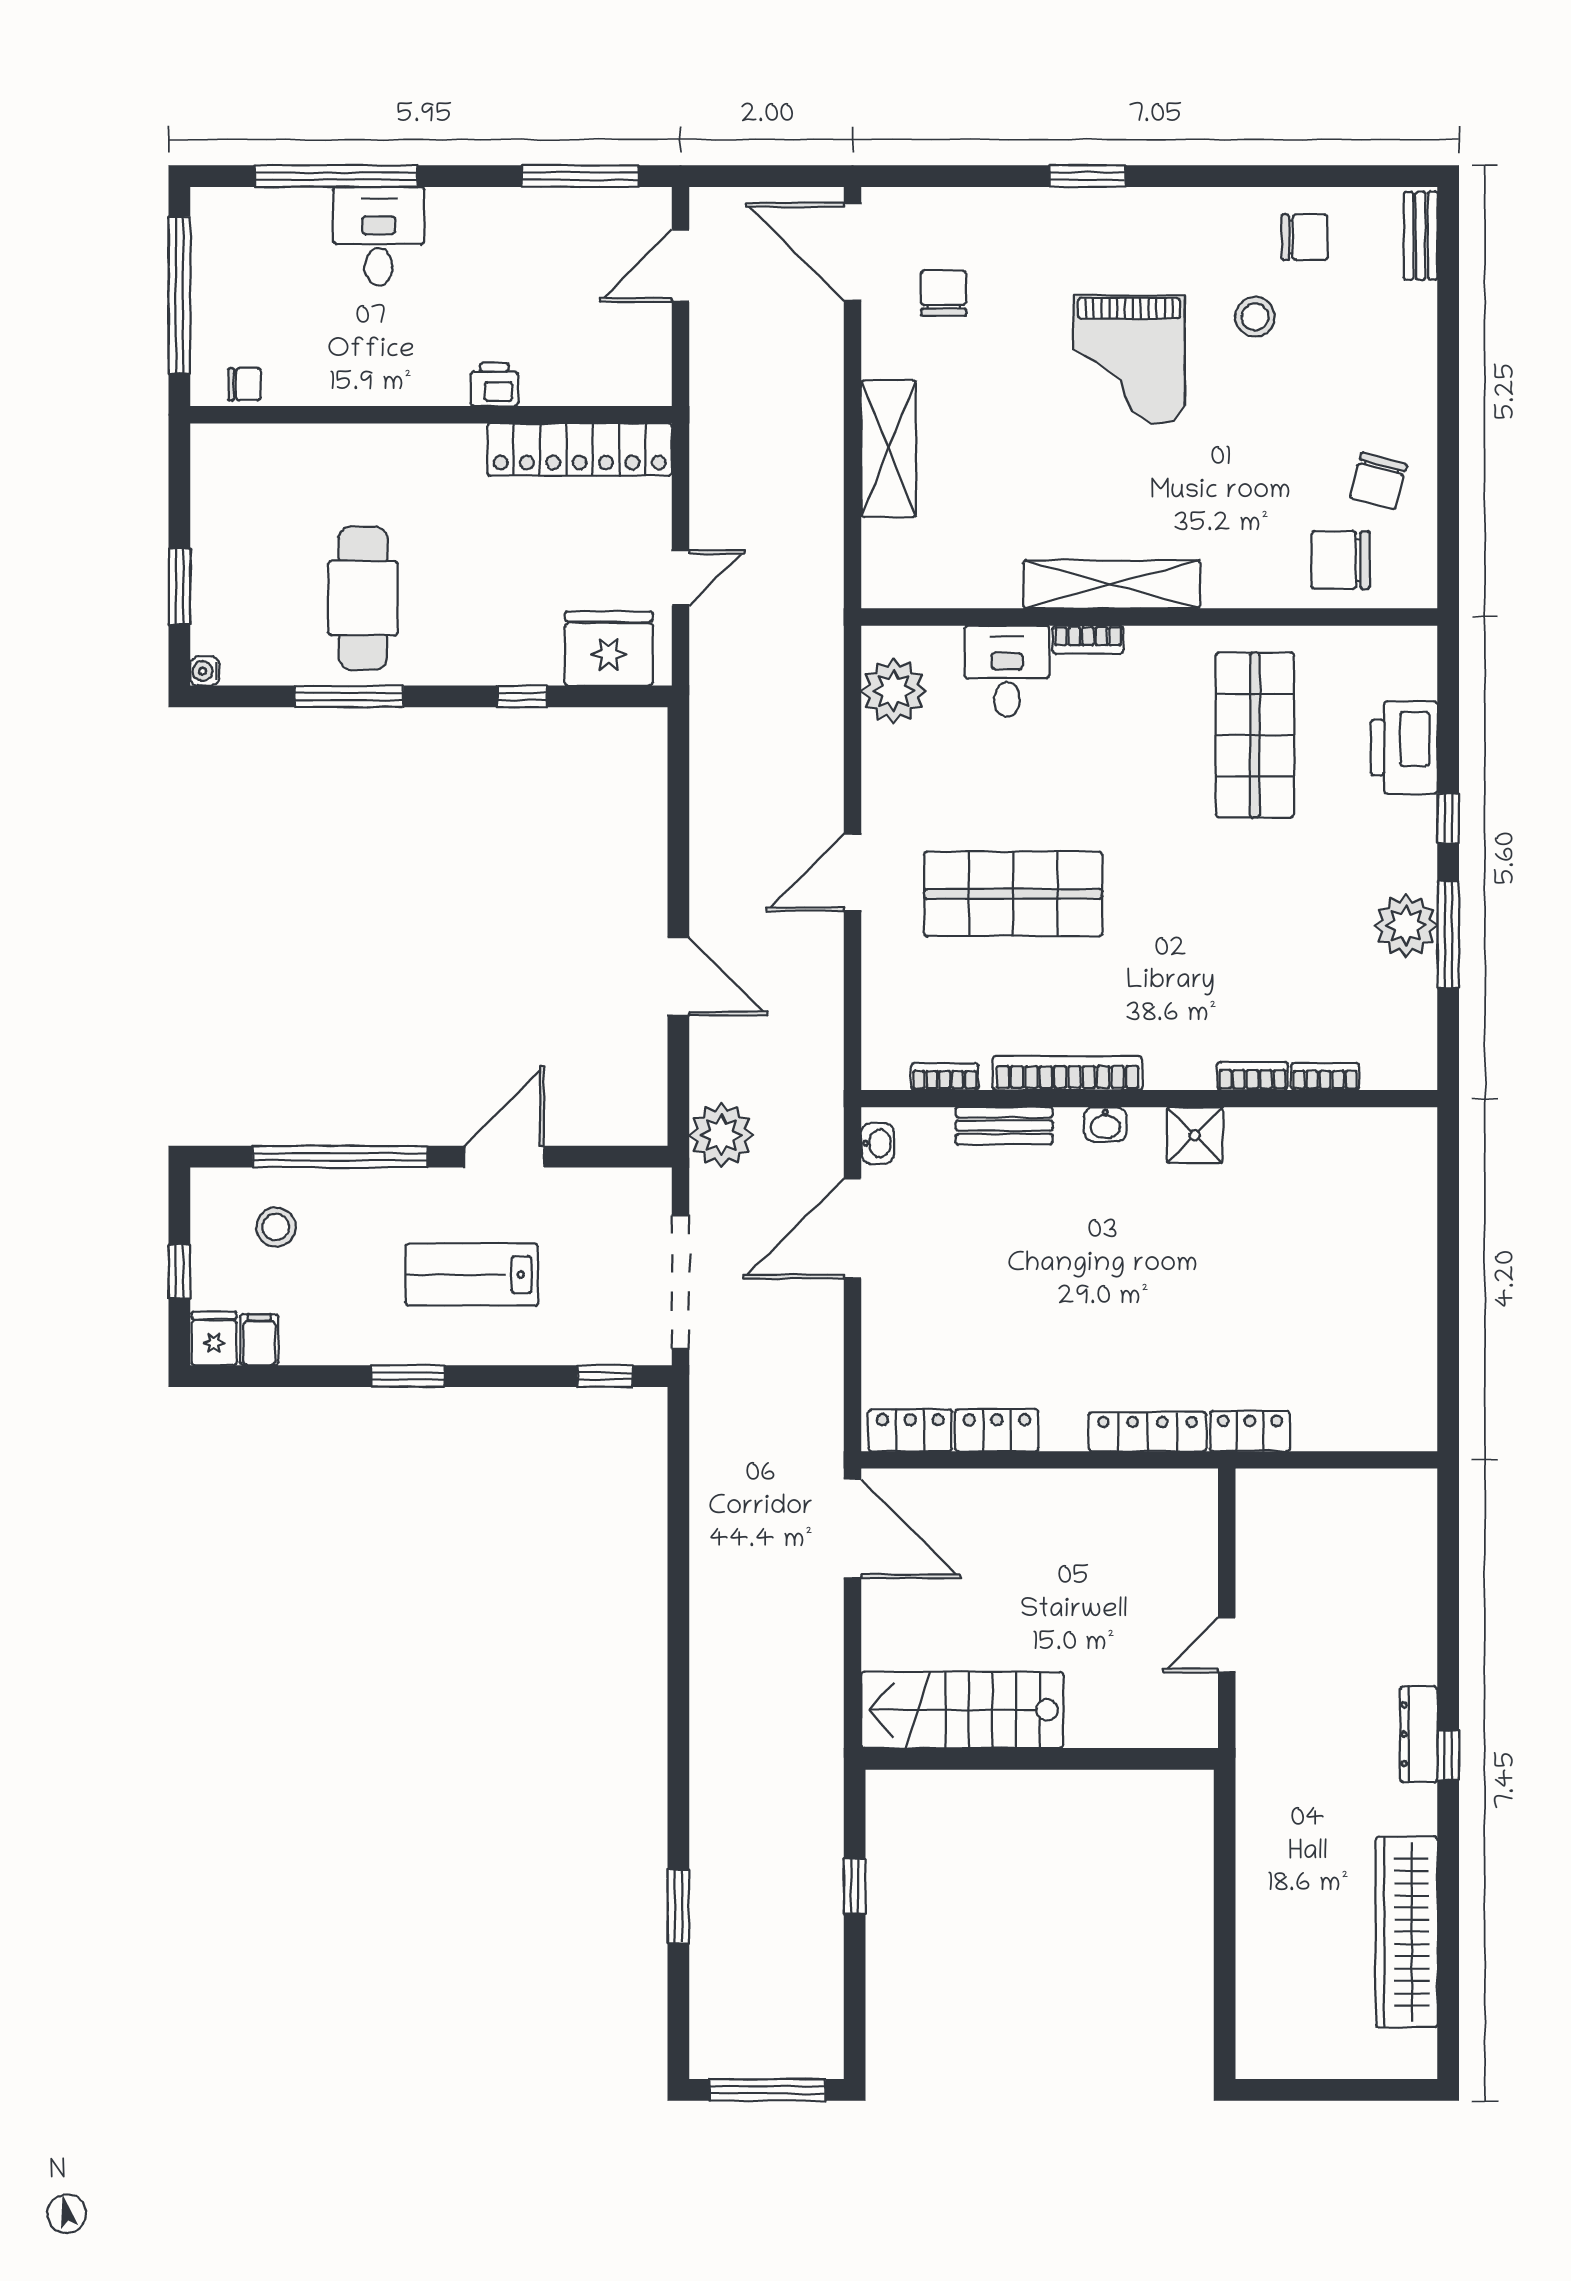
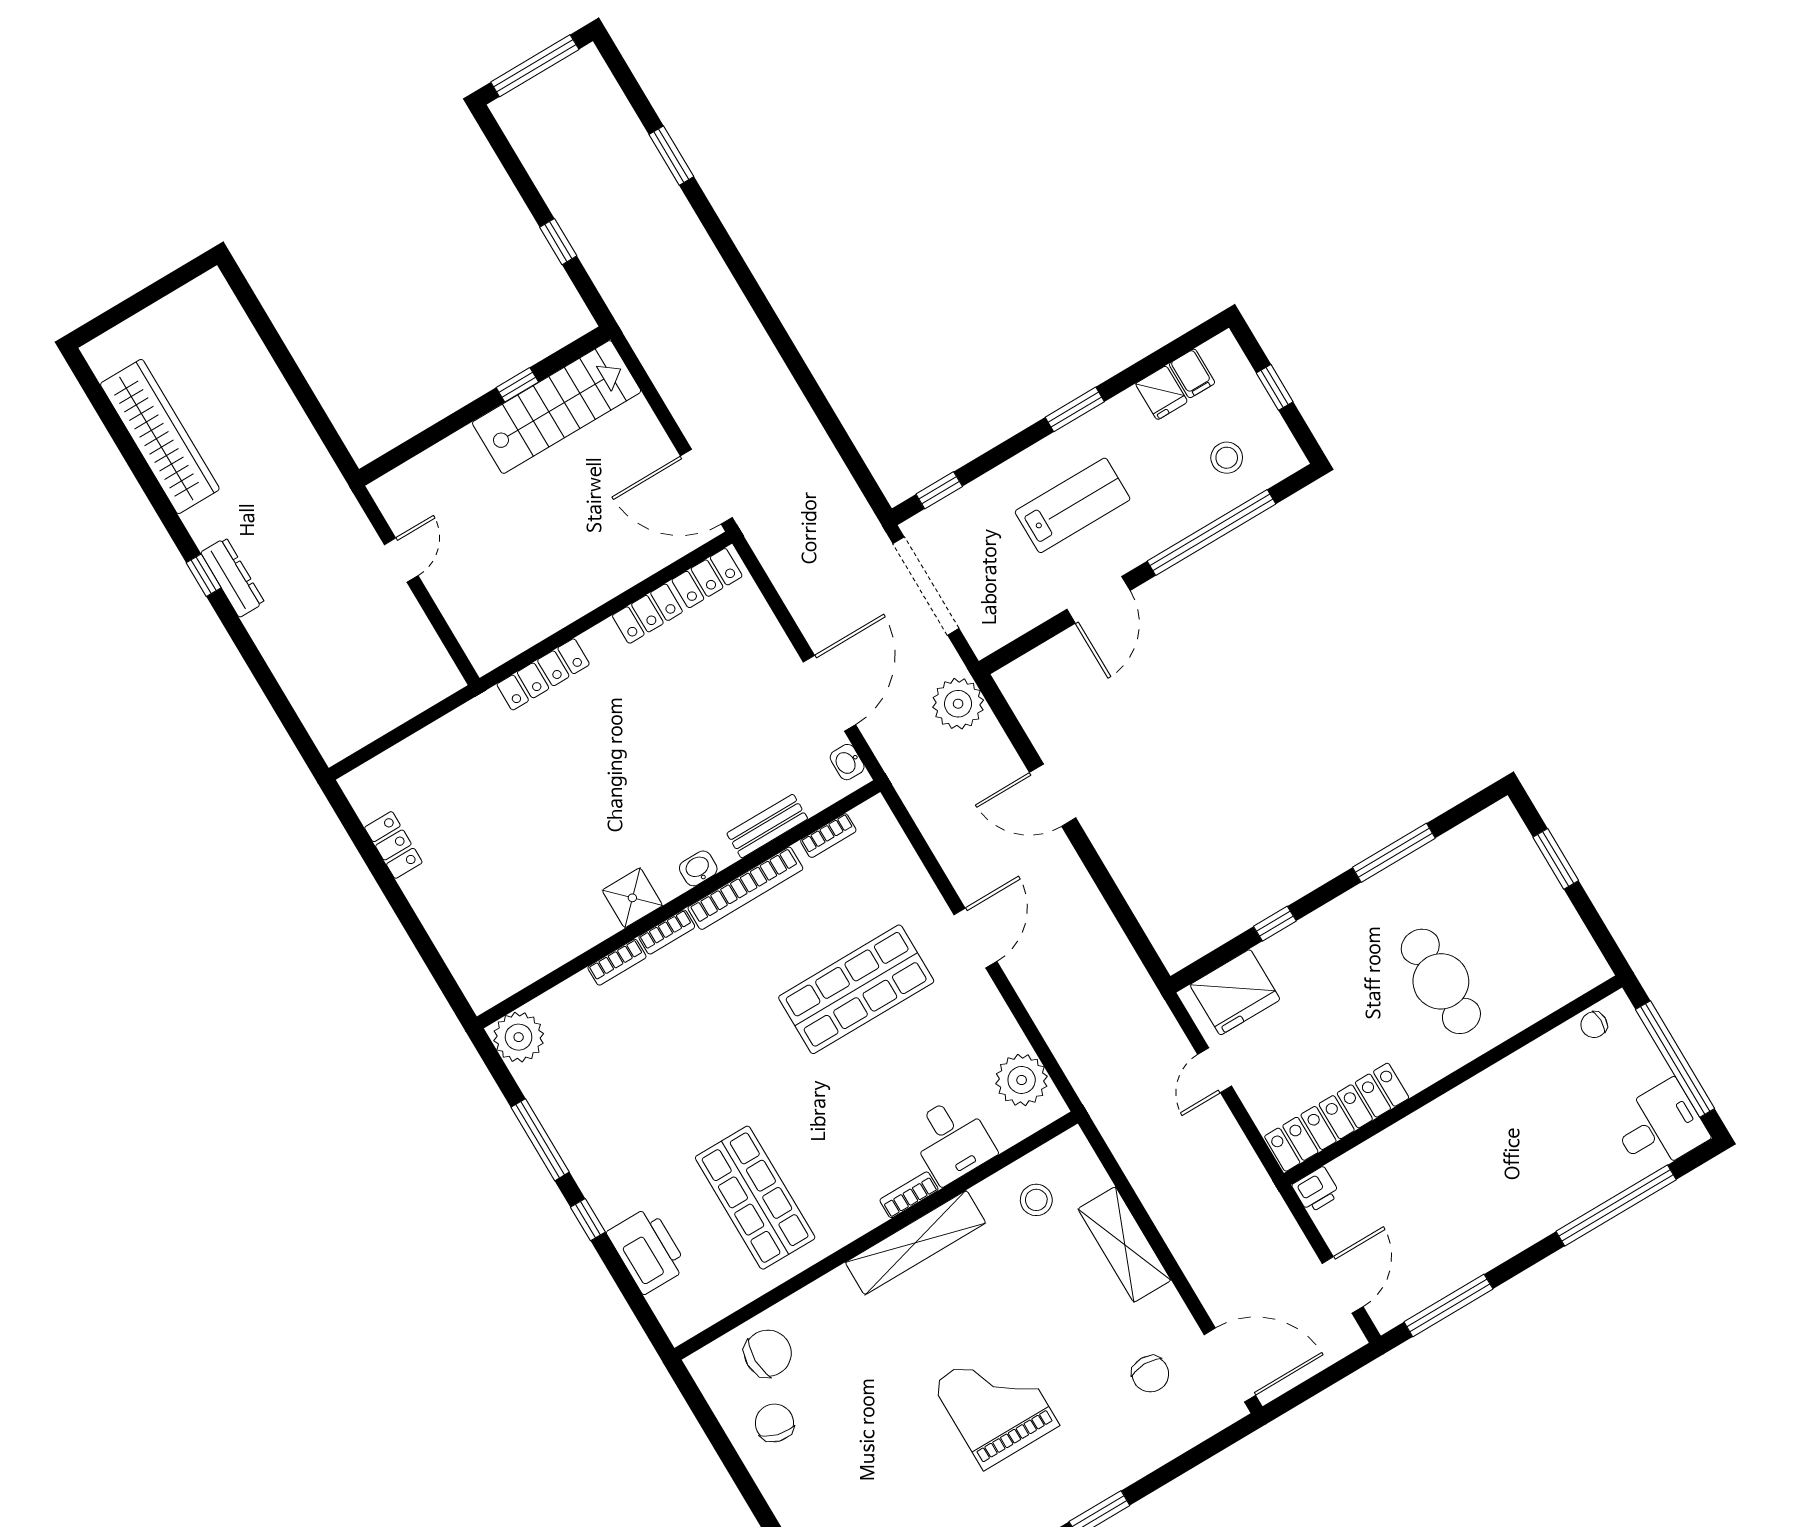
desk: (379, 236) -> (1660, 1127), moved, turned -90
stool: (1255, 317) -> (1036, 1200), moved
printer: (494, 385) -> (1316, 1190), moved
cafe table: (363, 598) -> (1441, 981), moved
water cooler: (205, 671) -> (1504, 811), removed
plant: (1406, 926) -> (519, 1037), moved
bookcase: (1325, 1076) -> (667, 932), moved
fridge: (214, 1338) -> (1161, 393), moved
locker: (1250, 1431) -> (393, 845), moved, turned -90
window: (990, 1759) -> (517, 385), added

